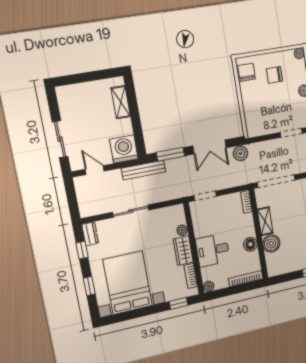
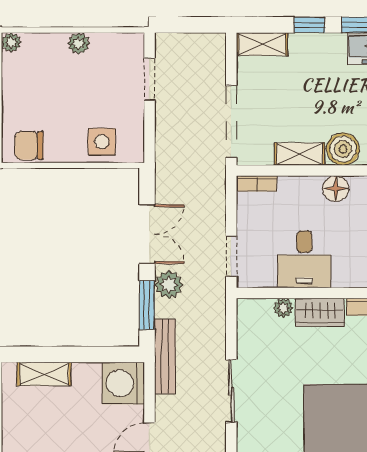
chair: (274, 75) -> (42, 95), removed
side table: (255, 113) -> (102, 142), added
plant: (240, 153) -> (169, 285), moved
desk: (213, 250) -> (304, 259), moved

